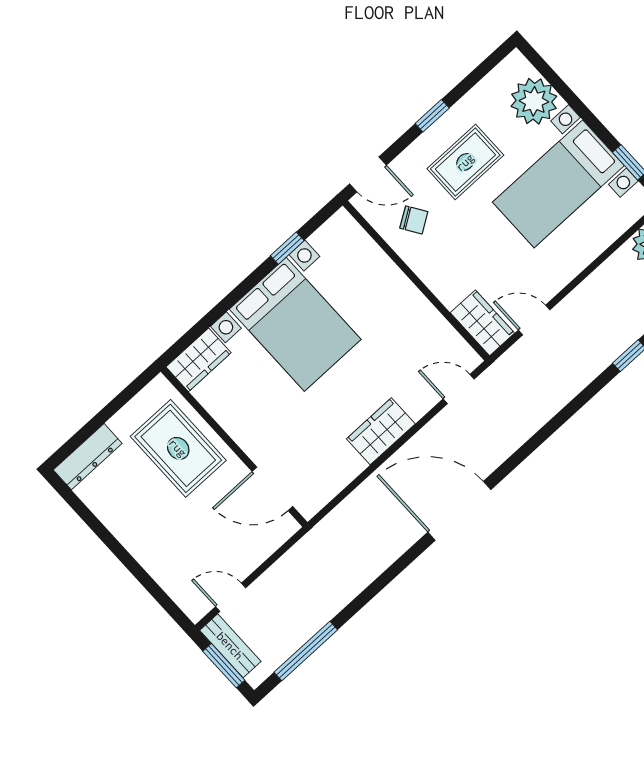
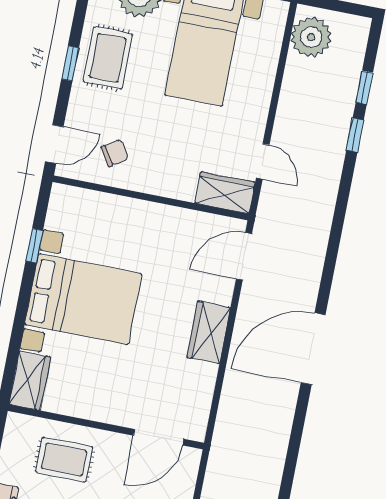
rug: (465, 162) -> (108, 58), moved
door: (534, 320) -> (263, 161), swing flipped
door: (459, 389) -> (244, 256), width x1.37
rug: (178, 448) -> (64, 459), width x0.73, depth x0.70

